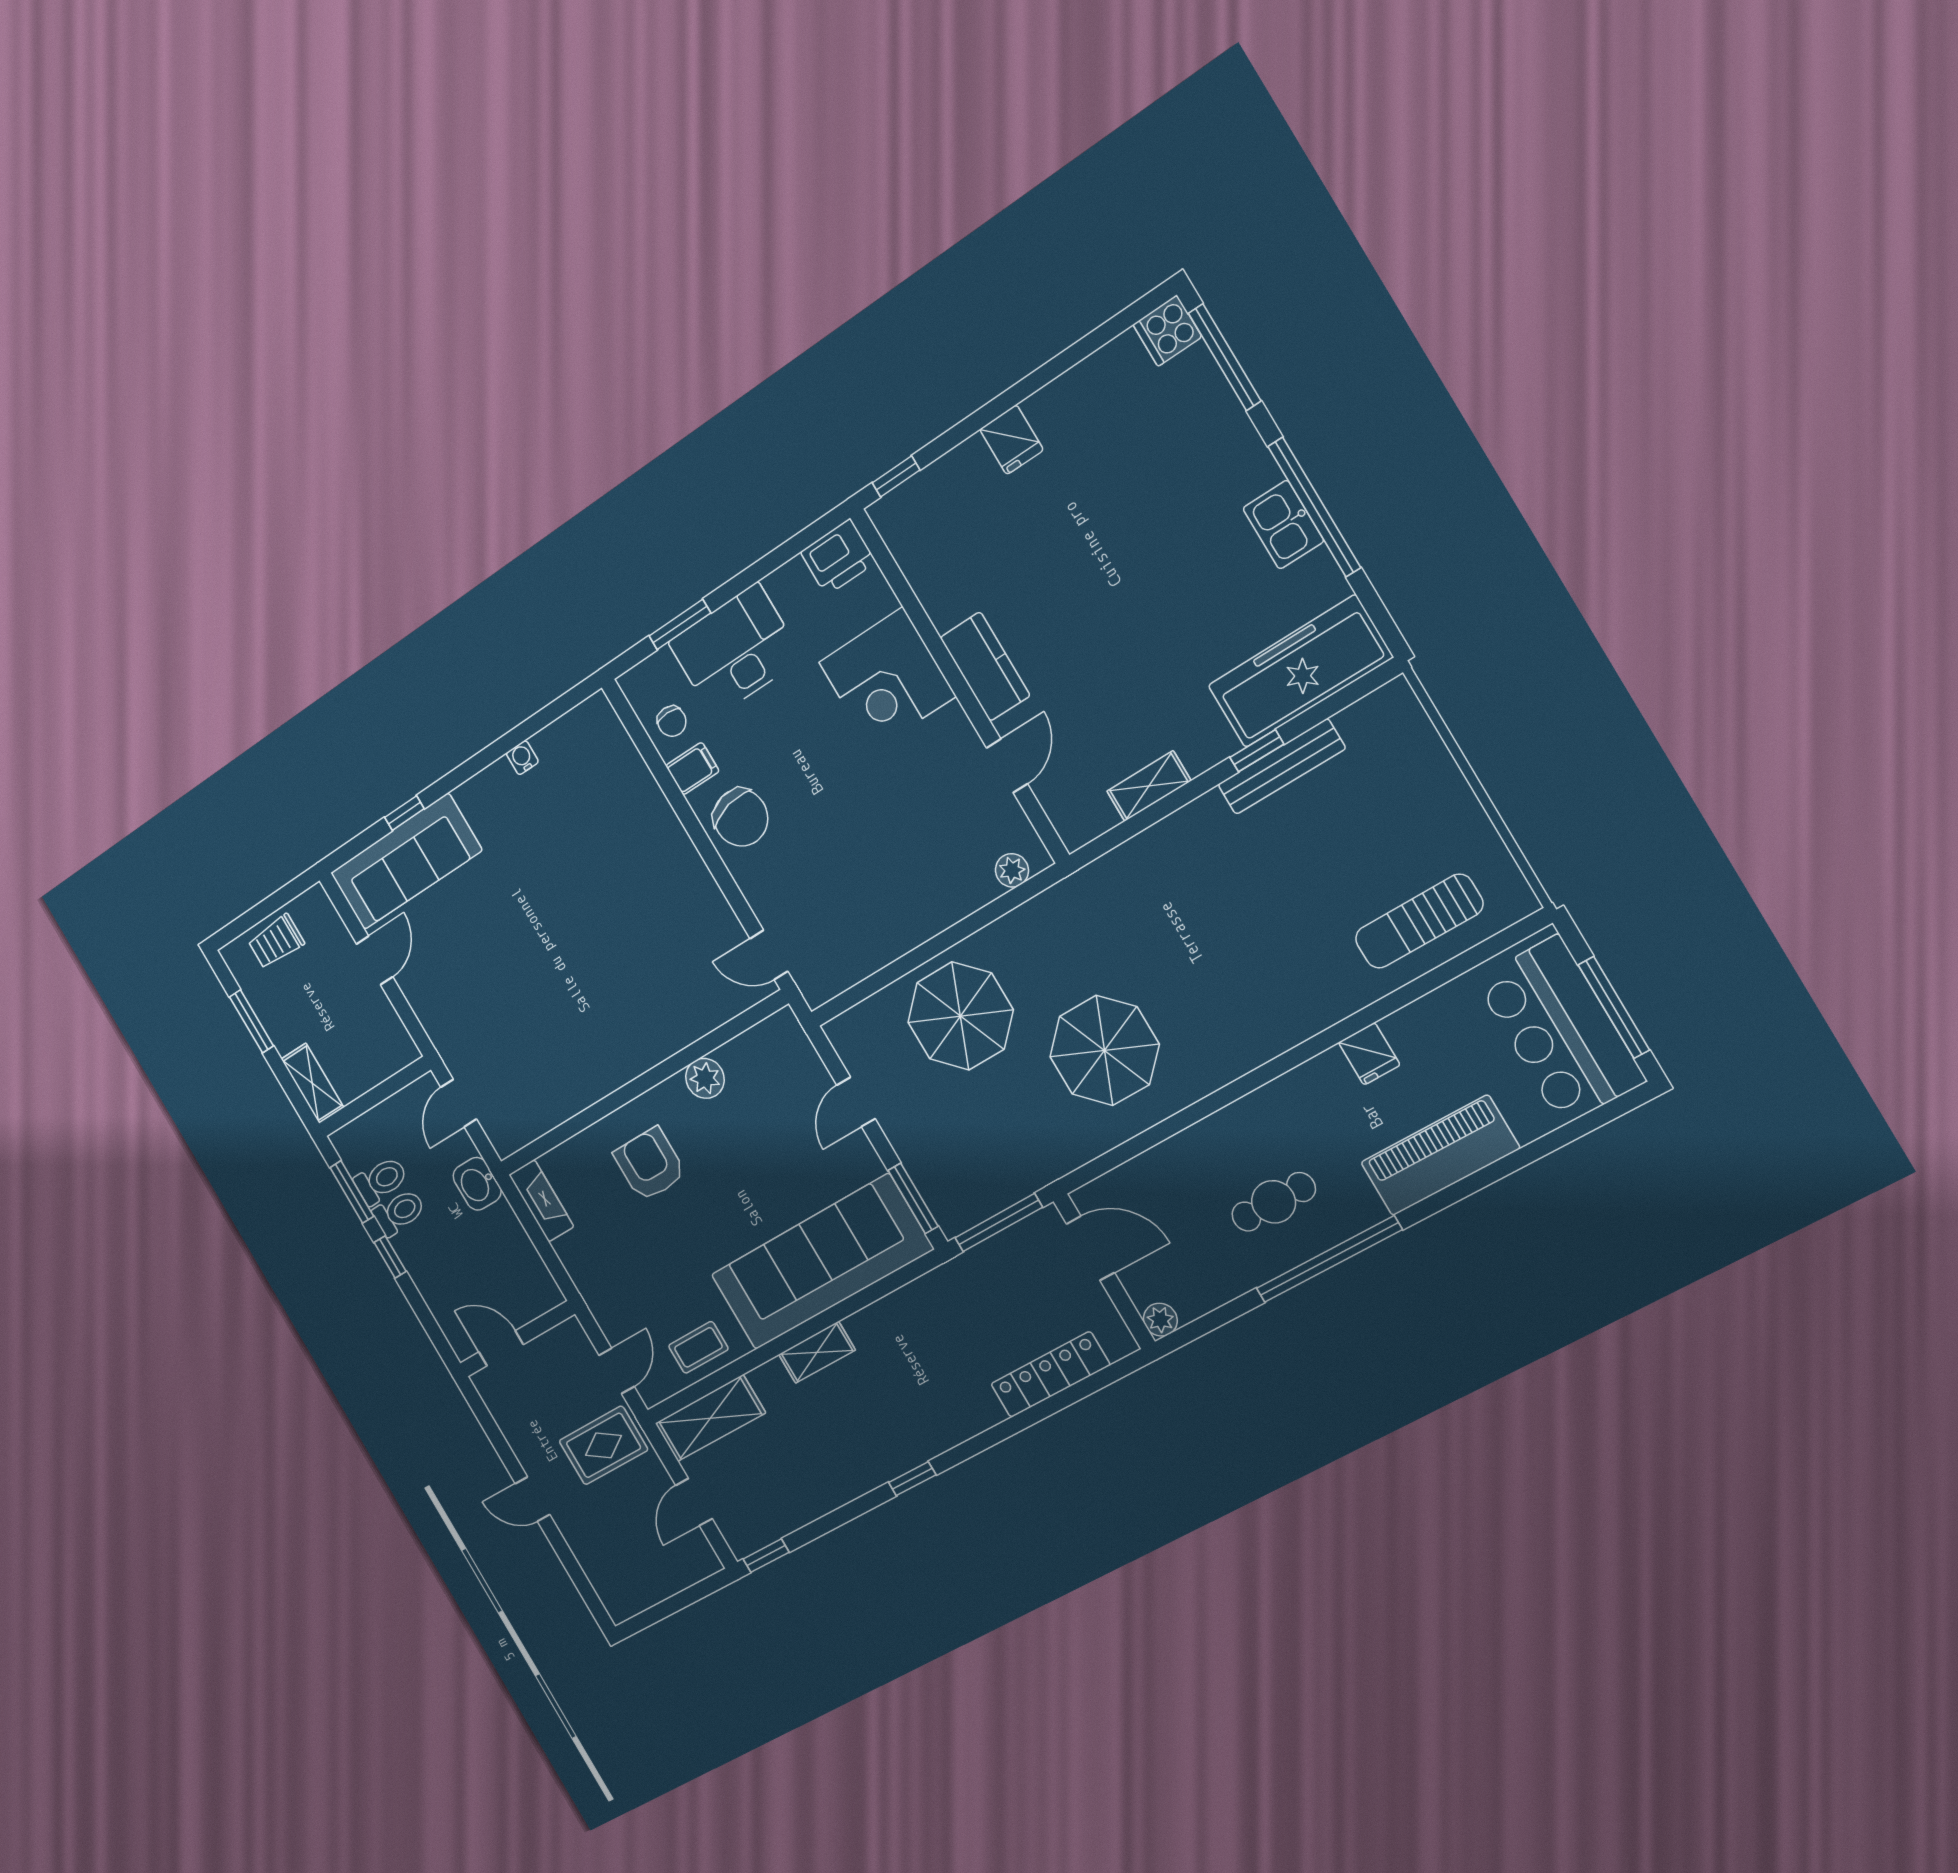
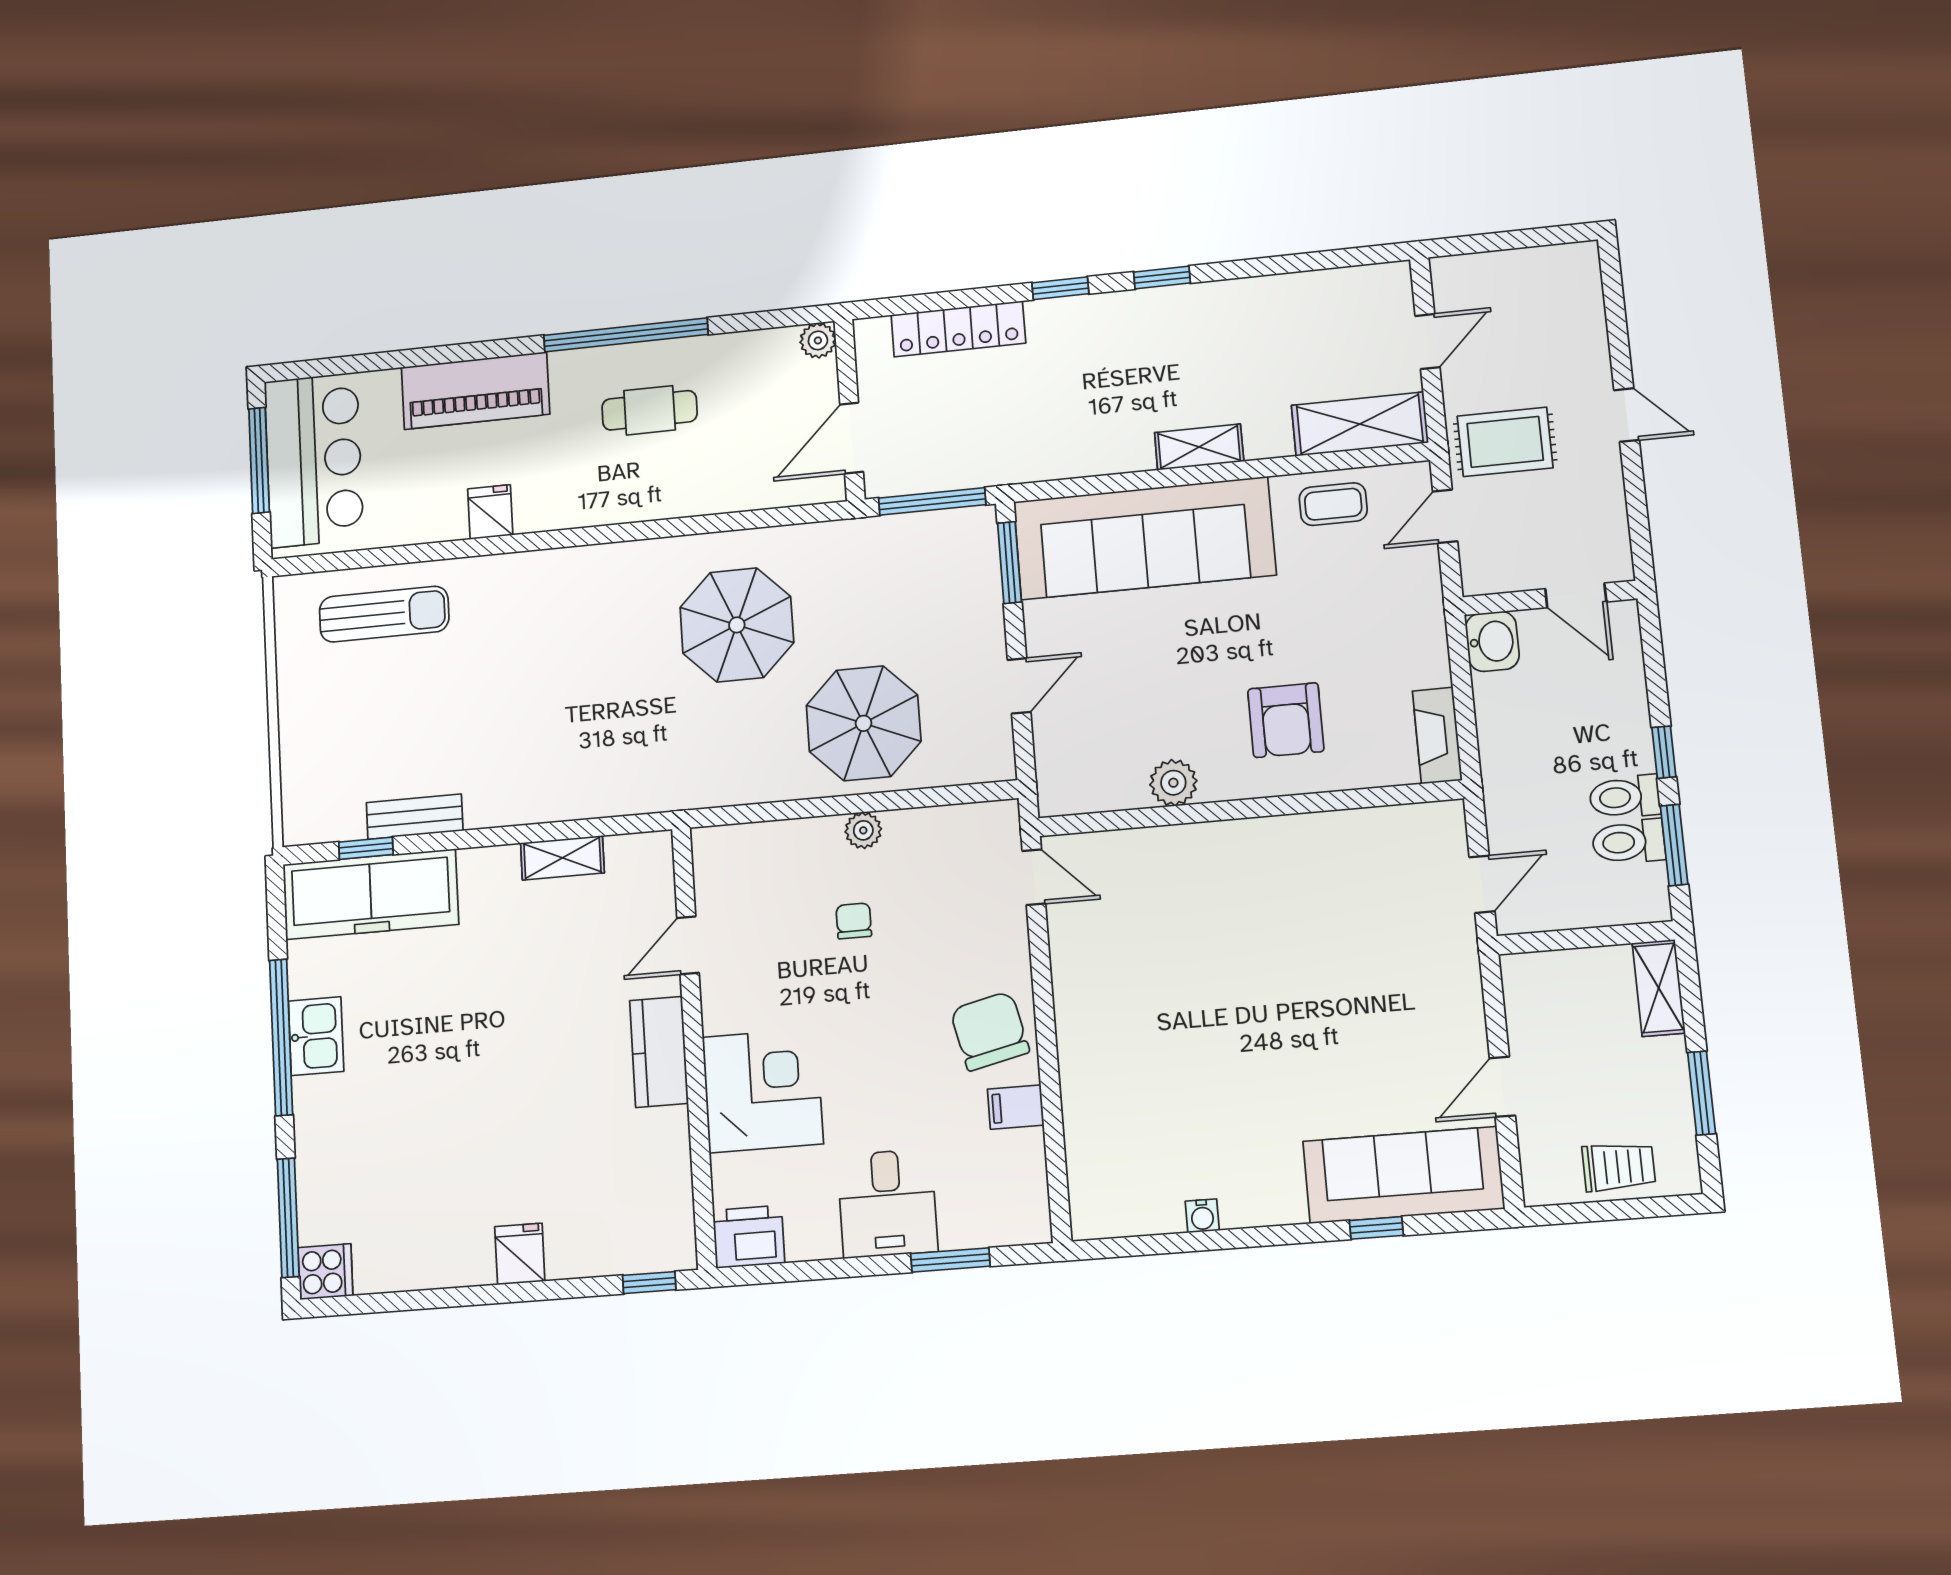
desk: (735, 650) -> (887, 1203), width x0.73
chair: (672, 721) -> (854, 921), moved
window: (1257, 751) -> (366, 848), moved
bench: (1282, 767) -> (415, 817), width x0.73
plant: (1012, 870) -> (863, 830), moved
washbasin: (477, 1184) -> (1492, 641), moved
door: (1090, 1248) -> (852, 438), hinge flipped
window: (766, 1556) -> (1060, 288), moved

